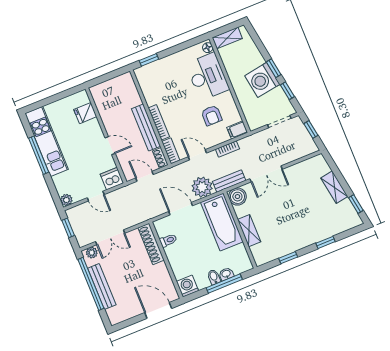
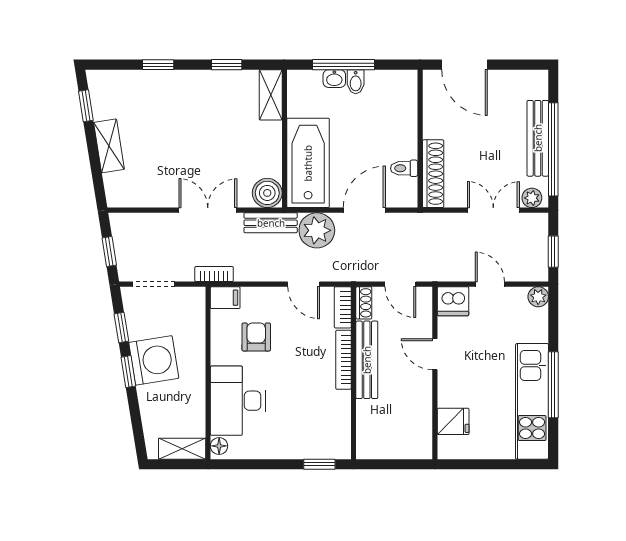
bookcase: (227, 149) -> (214, 274), moved
door: (181, 209) -> (364, 210), swing flipped
shelving: (249, 231) -> (271, 95), moved
washing machine: (187, 286) -> (403, 84), removed

